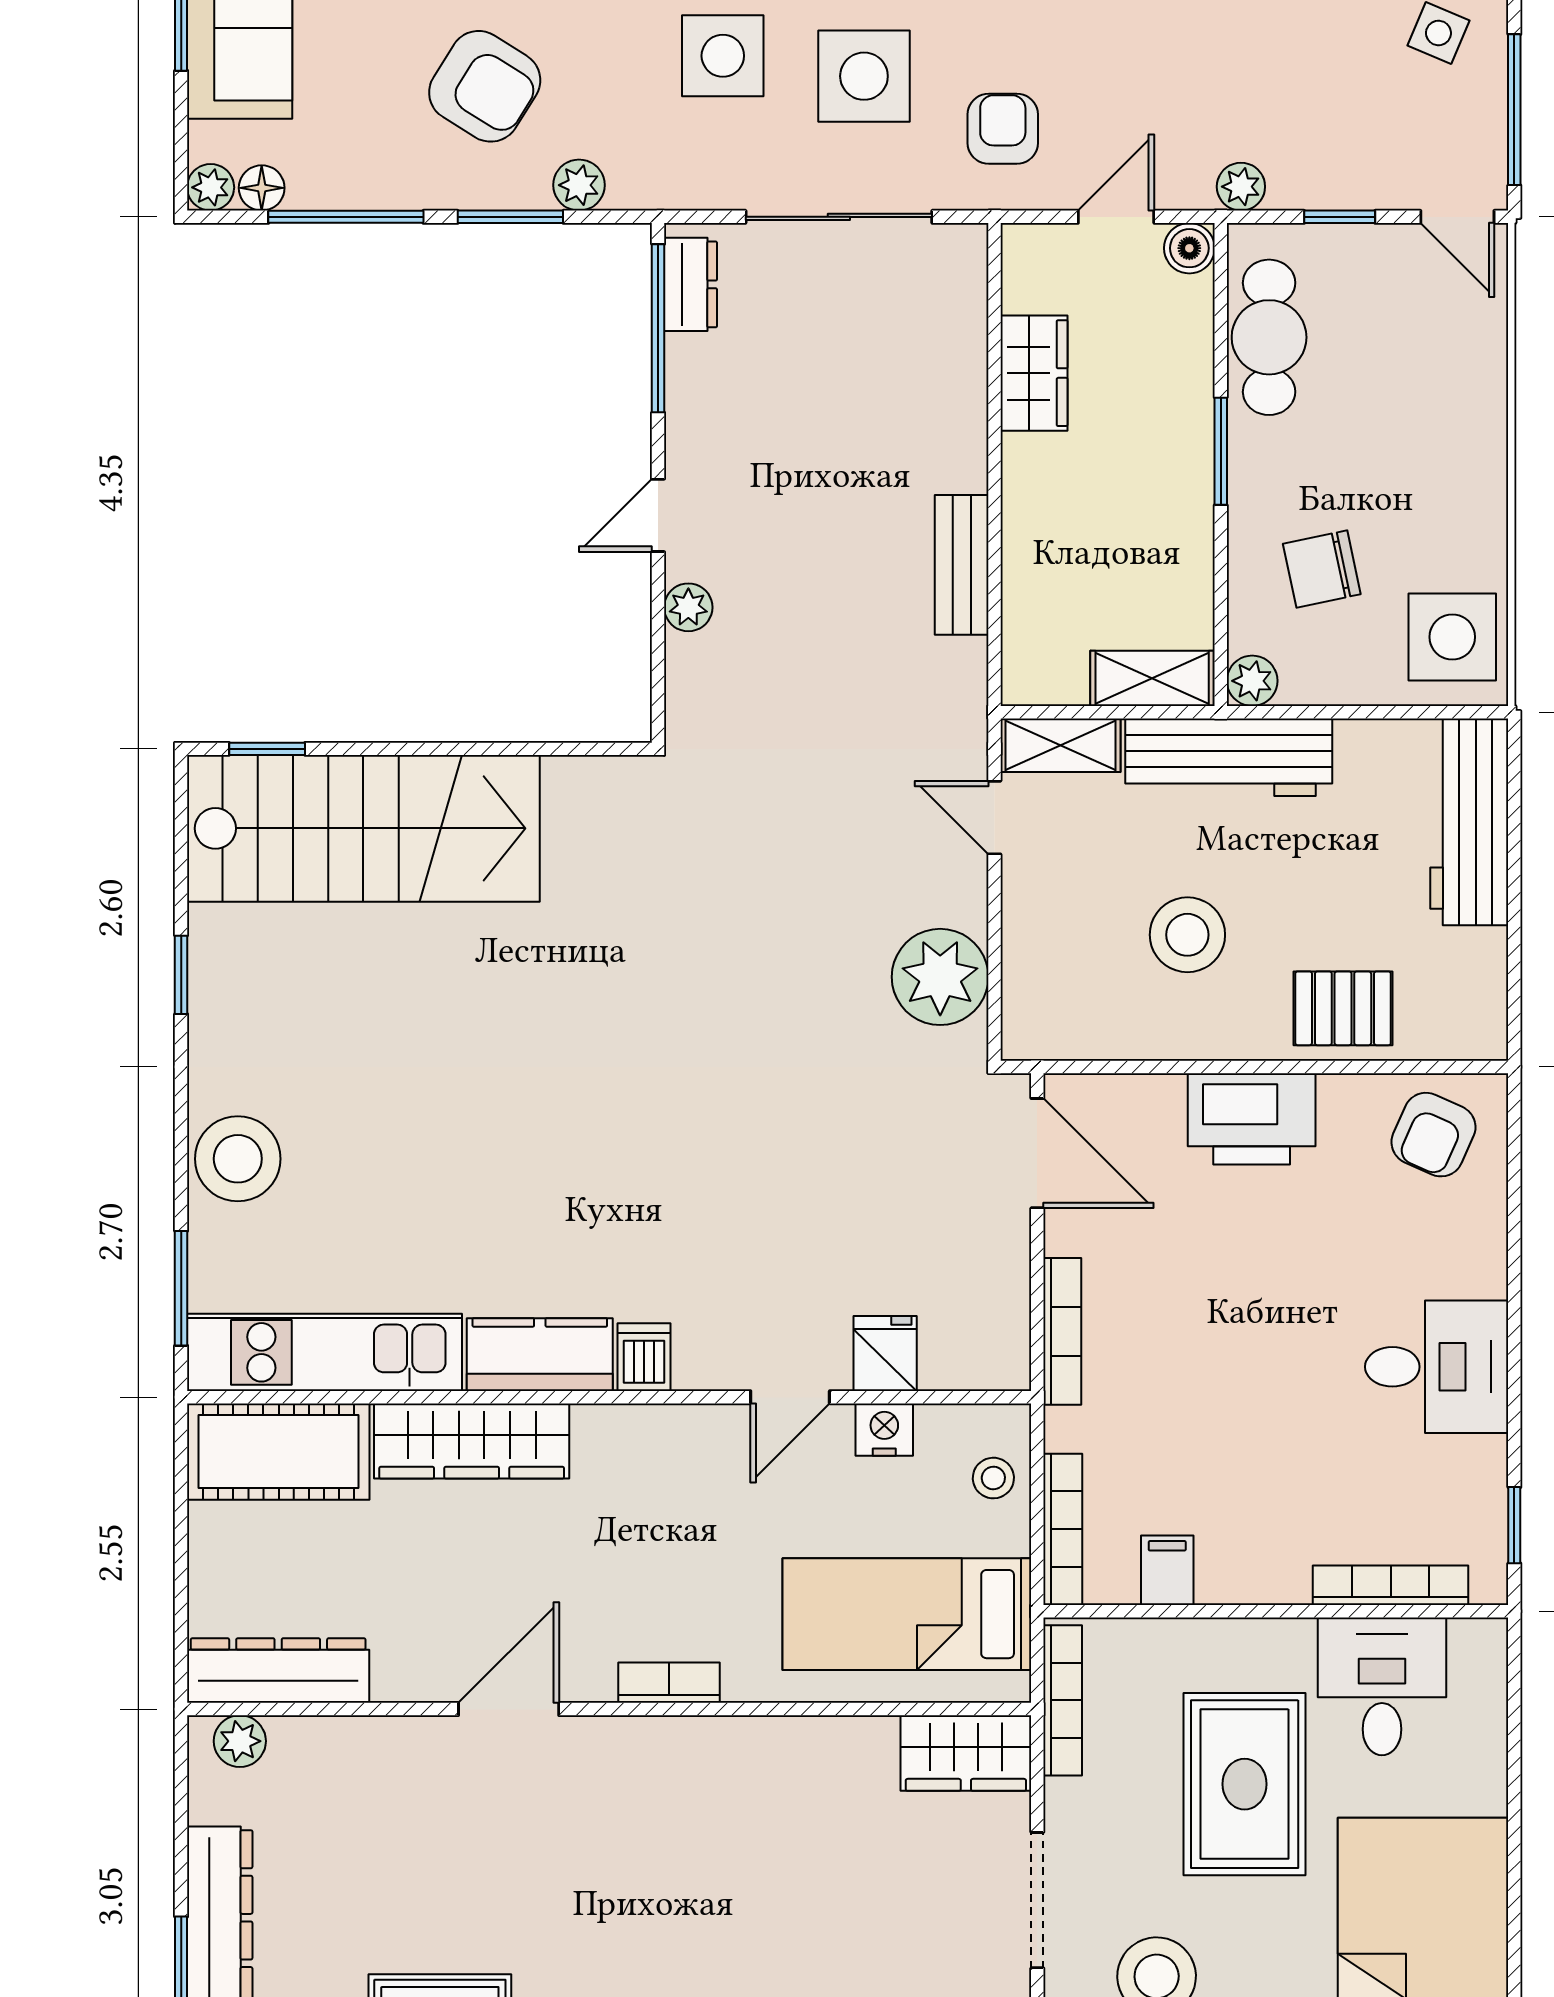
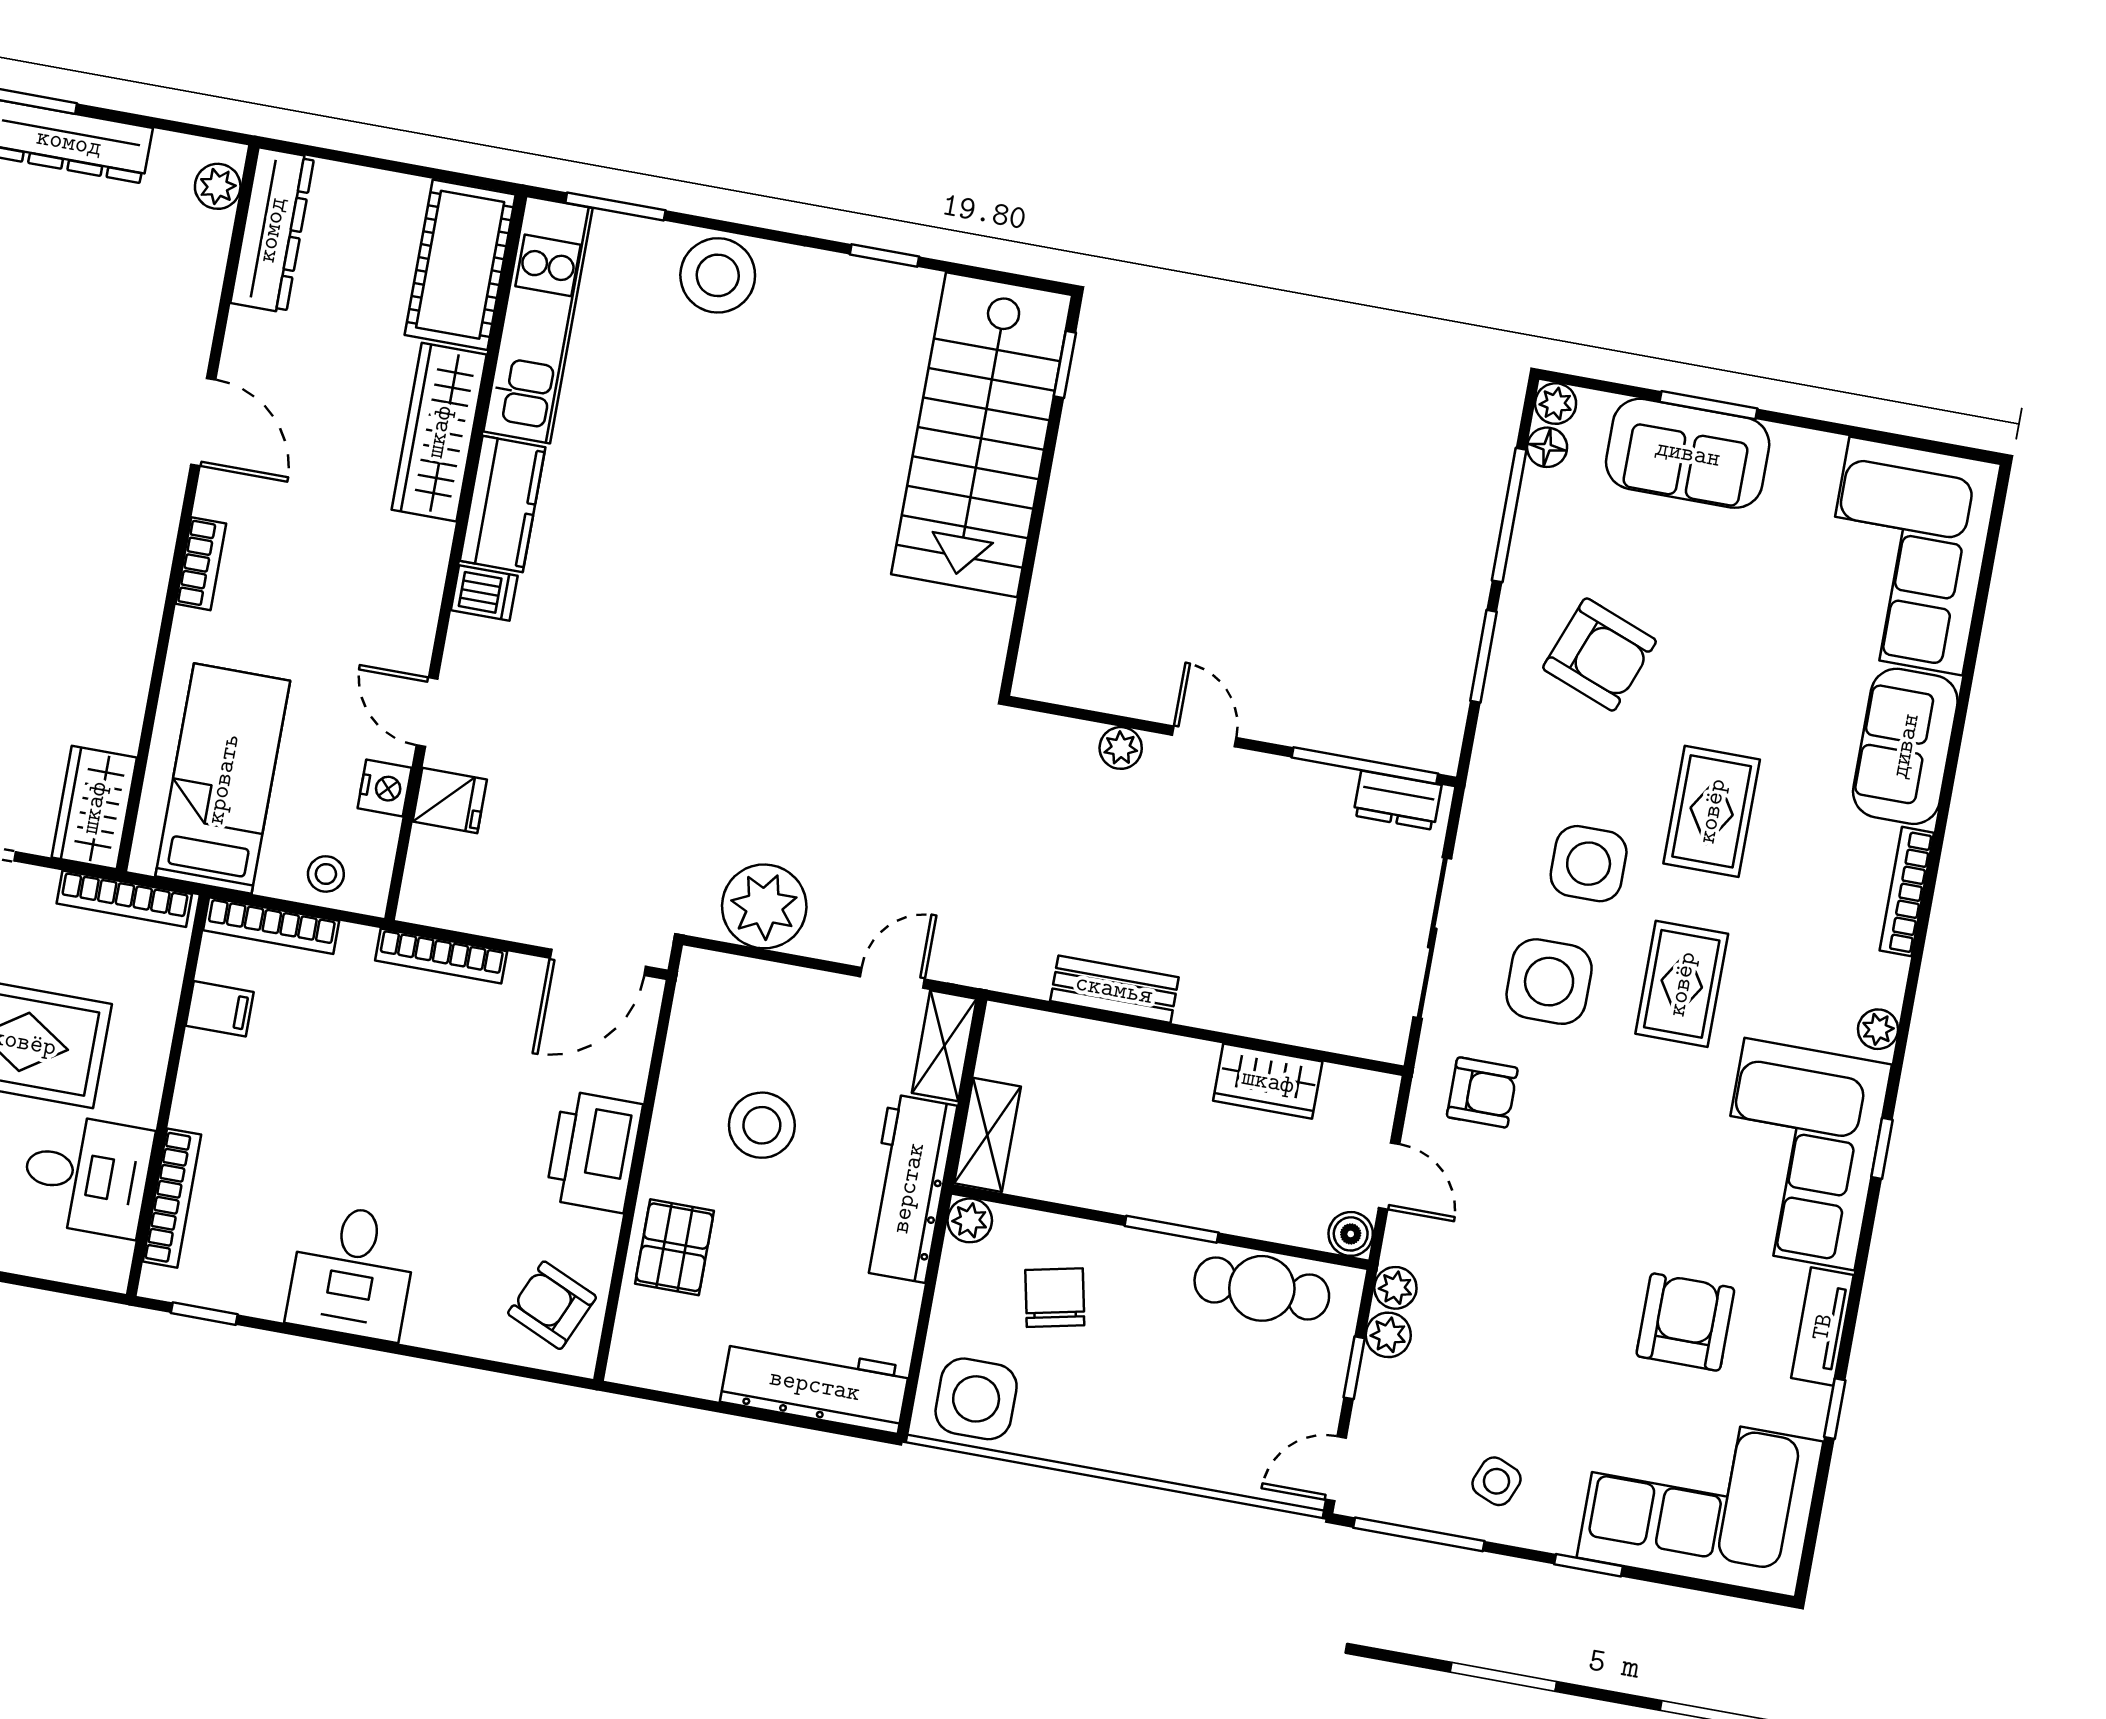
armchair: (485, 86) -> (1599, 654), turned -101
plant: (579, 185) -> (1388, 1335), moved

